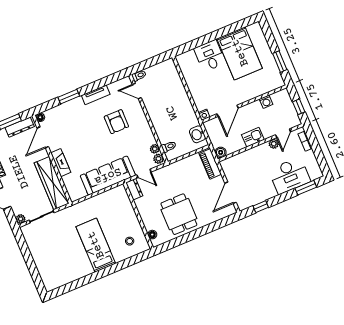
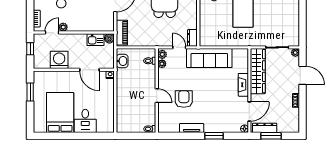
door: (137, 91) -> (157, 96), moved
washing machine: (266, 102) -> (59, 60), width x1.89, depth x1.89
door: (228, 111) -> (89, 70), swing flipped
kitchen sink: (253, 137) -> (95, 40), moved

